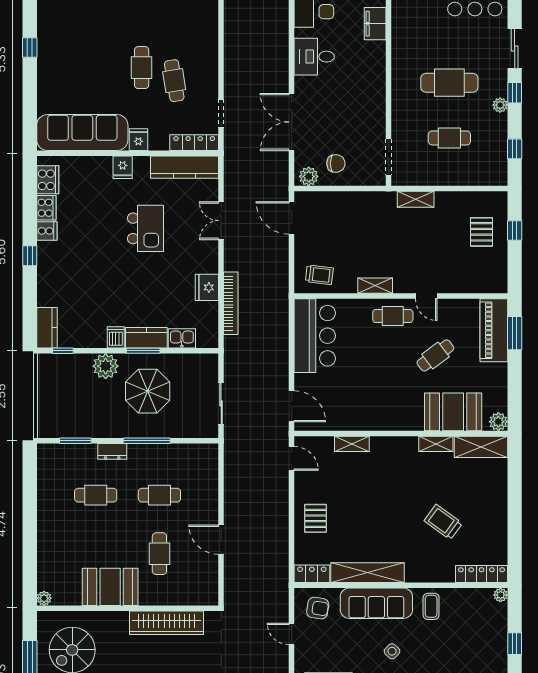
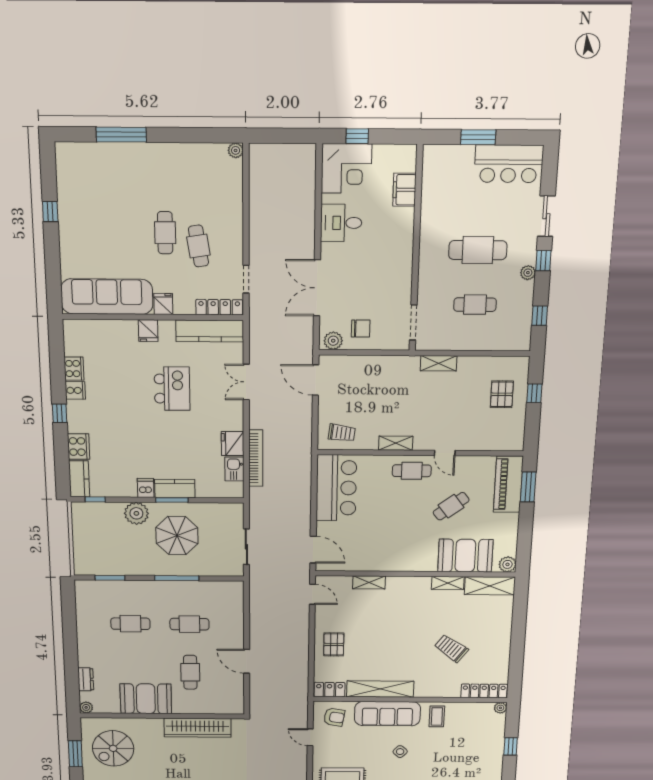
cooker: (48, 180) -> (78, 447), moved
kitchen sink: (182, 338) -> (234, 469), moved, turned -90
dresser: (112, 451) -> (86, 679), moved, turned -90

